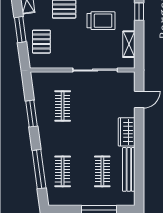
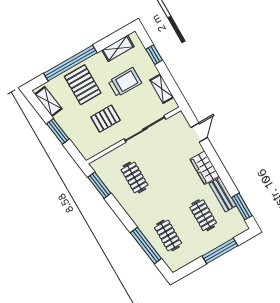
pallet: (41, 42) -> (106, 119), moved, turned 90
window: (32, 114) -> (99, 185), moved
bench: (129, 169) -> (223, 195), width x0.73
window: (139, 183) -> (242, 207), added

